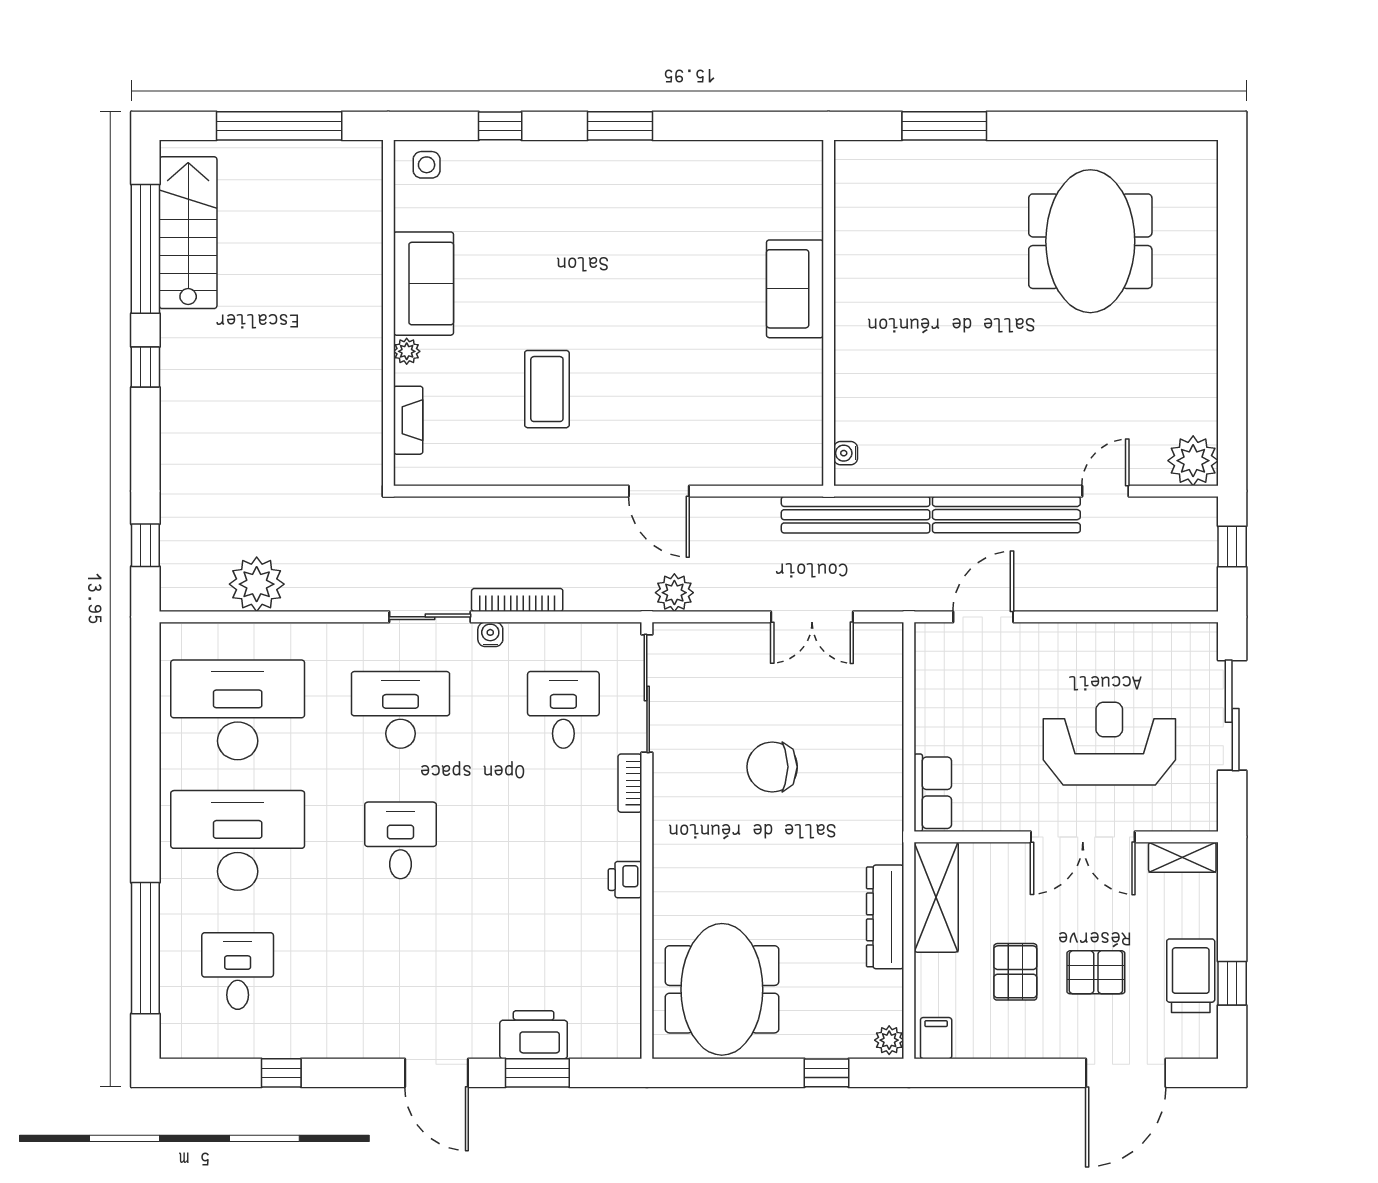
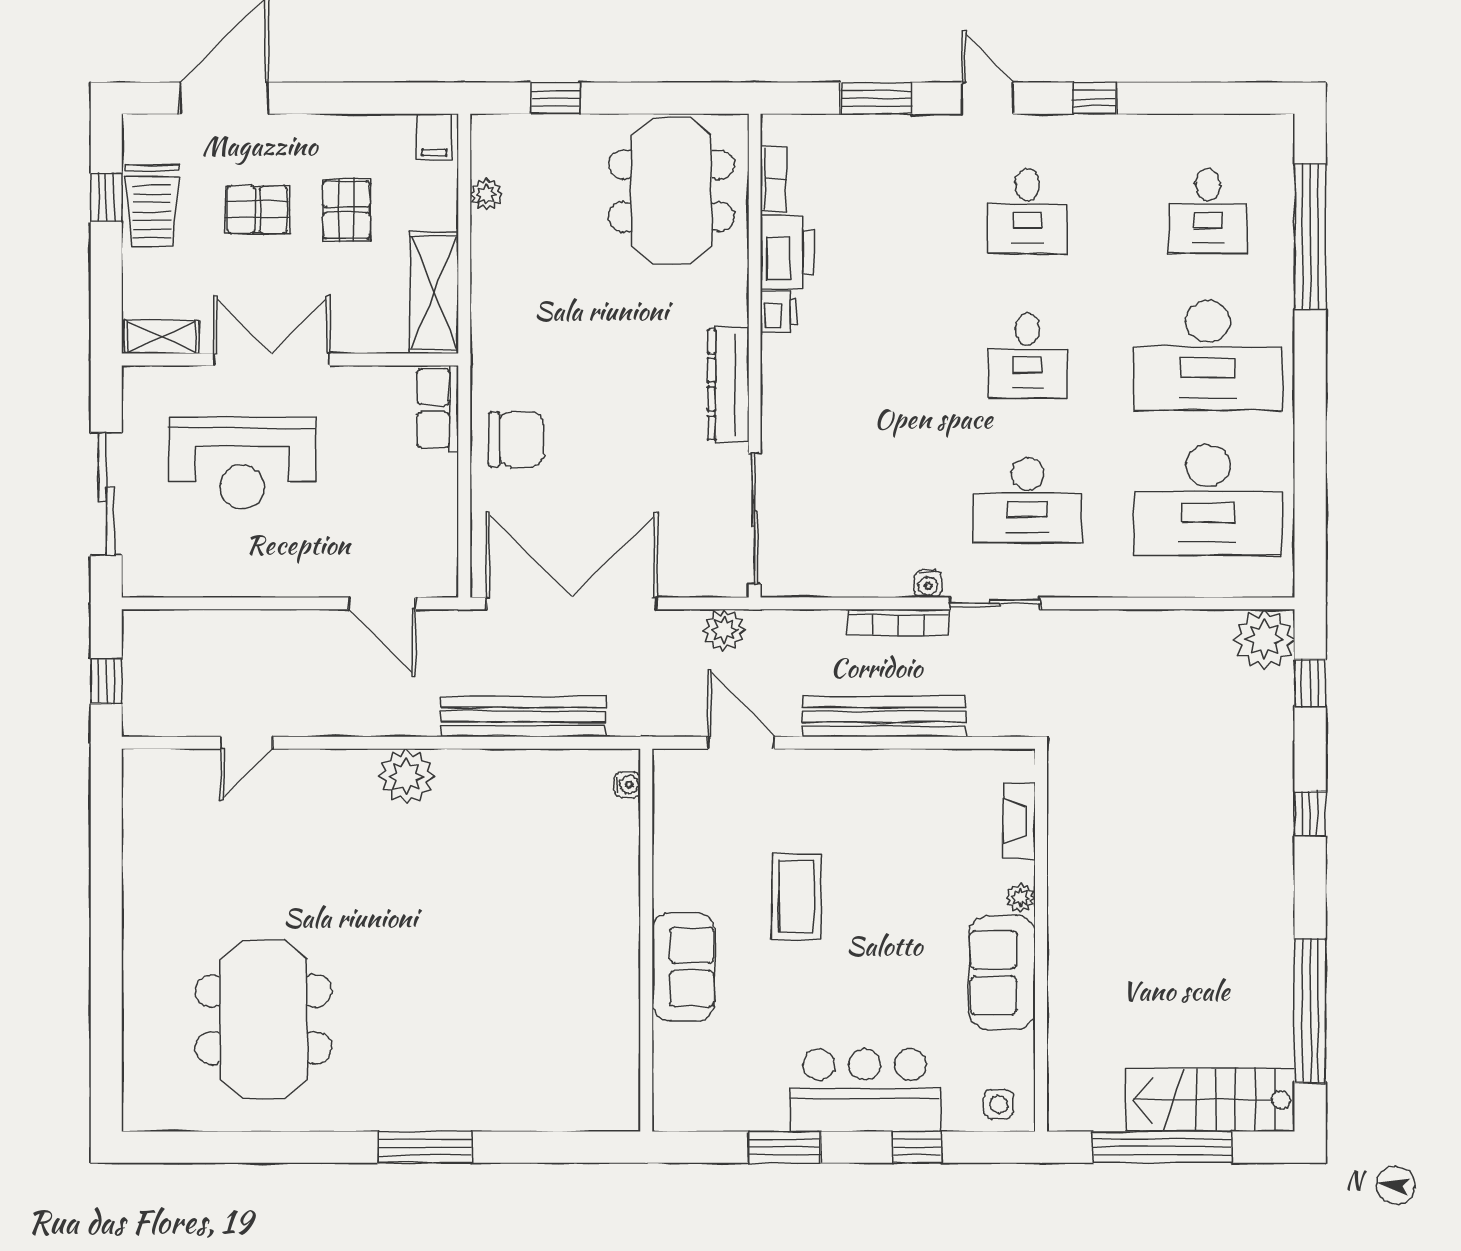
bar counter: (547, 177) -> (865, 1090), added
stairs: (188, 233) -> (1210, 1100), moved, turned 90
sofa: (795, 289) -> (683, 967), moved
wall: (829, 313) -> (646, 940), moved
window: (145, 367) -> (1310, 813), moved
coffee table: (547, 389) -> (797, 896), moved
water cooler: (846, 453) -> (627, 785), moved
plant: (1193, 461) -> (406, 776), moved
bench: (1006, 515) -> (884, 717), moved
plant: (257, 584) -> (1264, 639), moved
double door: (812, 617) -> (572, 603), width x1.87
door: (983, 617) -> (382, 603), hinge flipped
desk: (563, 710) -> (1027, 211), moved
chair: (772, 767) -> (516, 439), moved
bookcase: (630, 783) -> (773, 179), moved
dresser: (885, 917) -> (728, 385), moved, turned 180
printer: (534, 1035) -> (787, 252), moved, turned -90
plant: (889, 1040) -> (486, 194), moved
window: (281, 1073) -> (1094, 98), moved
door: (437, 1073) -> (988, 98), width x0.73

